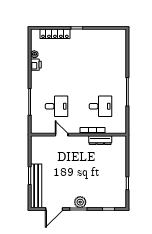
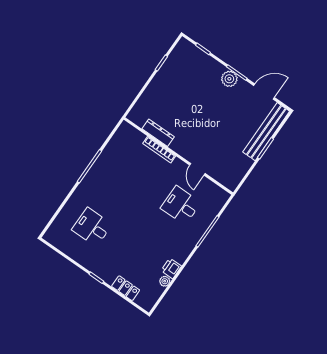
locker: (55, 34) -> (126, 288), width x0.66
desk: (100, 106) -> (92, 227), moved

